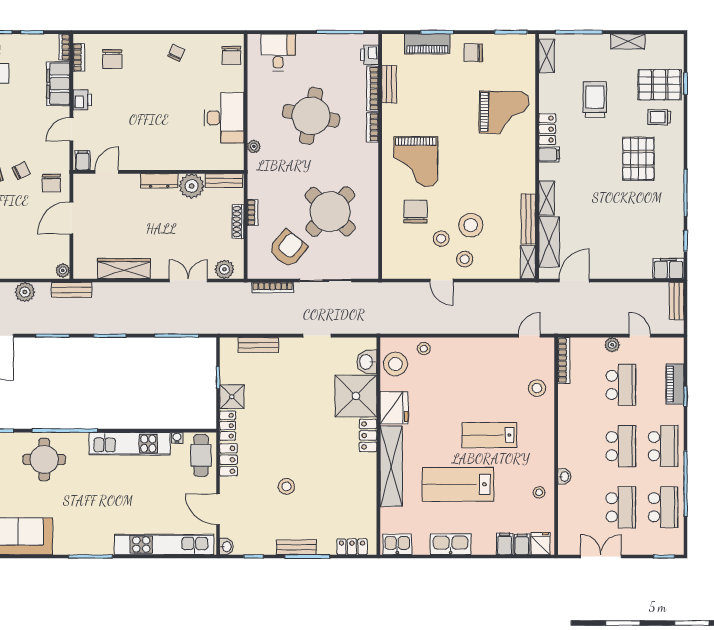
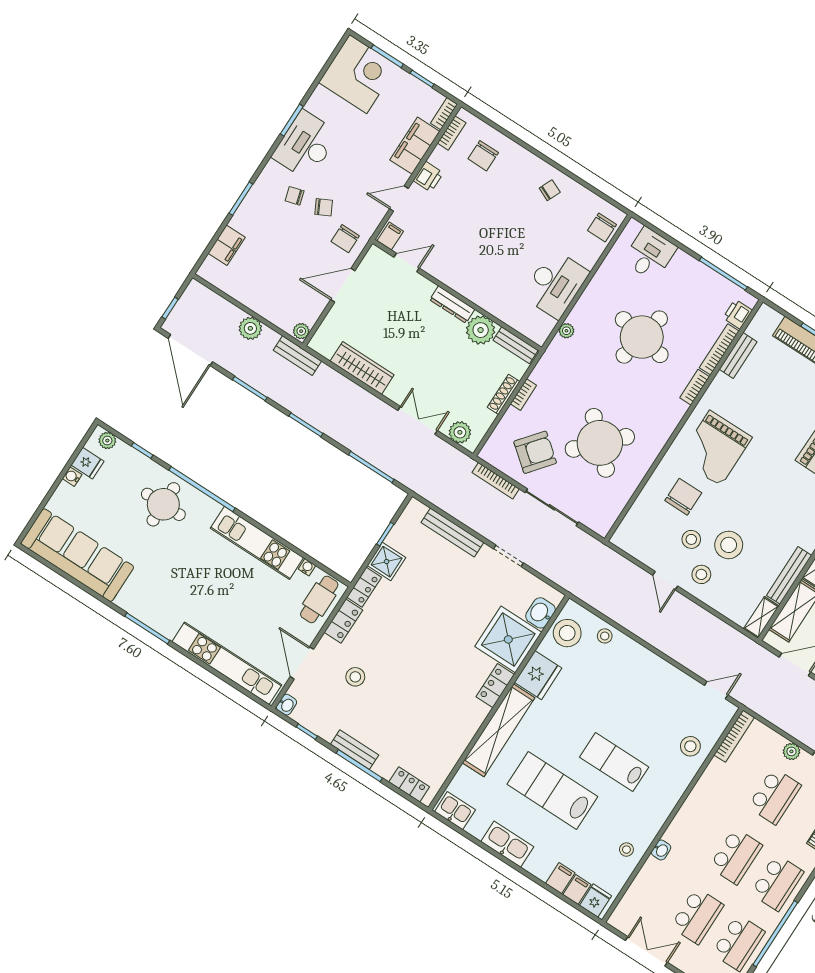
bench: (258, 345) -> (452, 532), width x1.36
stool: (286, 486) -> (355, 677), moved

